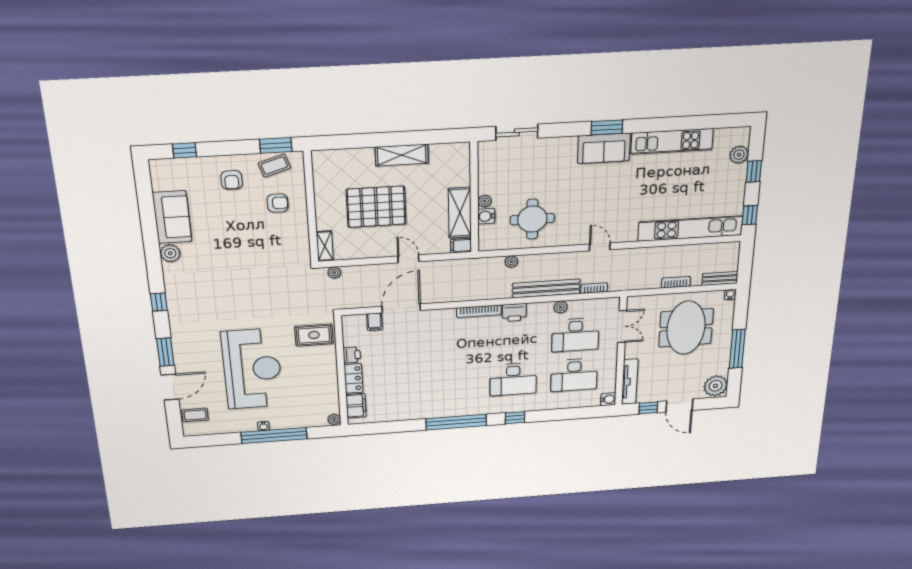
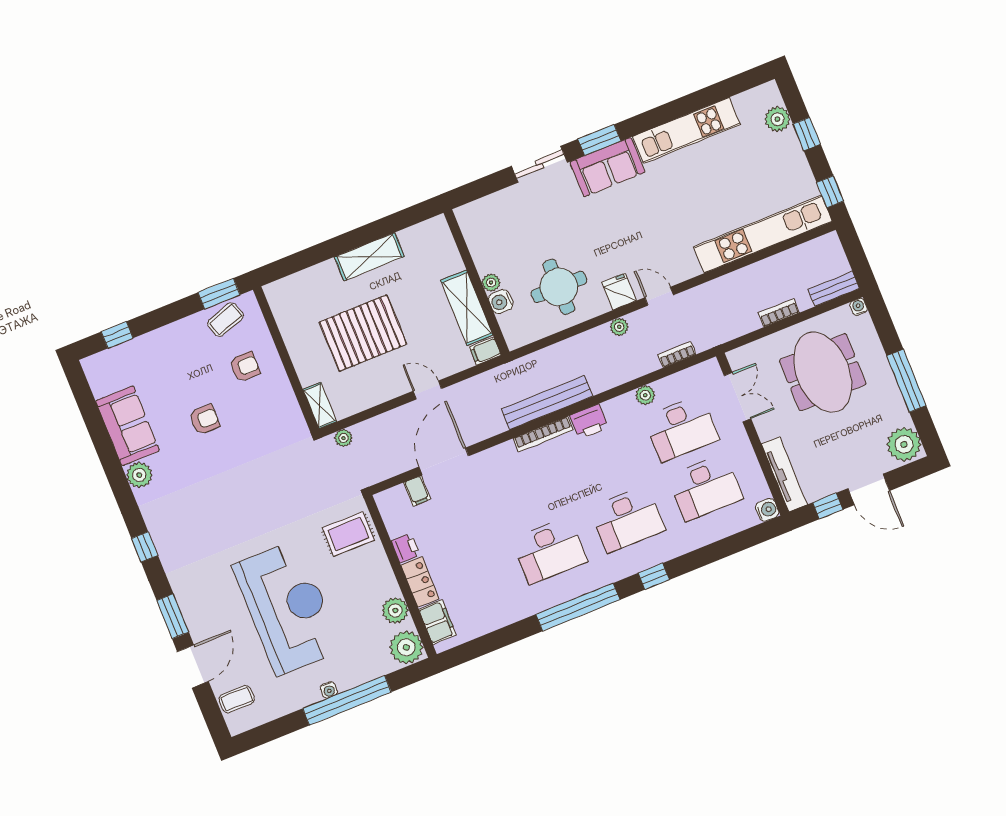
sliding door: (517, 132) -> (539, 164), moved
armchair: (232, 180) -> (204, 420), moved, turned -90
fridge: (573, 235) -> (619, 291), added
plant: (511, 262) -> (619, 327), moved
bench: (546, 288) -> (547, 403), moved
desk: (452, 384) -> (549, 551), added
plant: (329, 391) -> (395, 610), added
plant: (334, 419) -> (406, 647), width x1.88, depth x1.88

